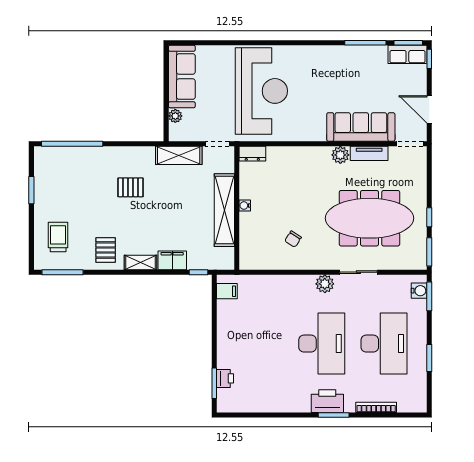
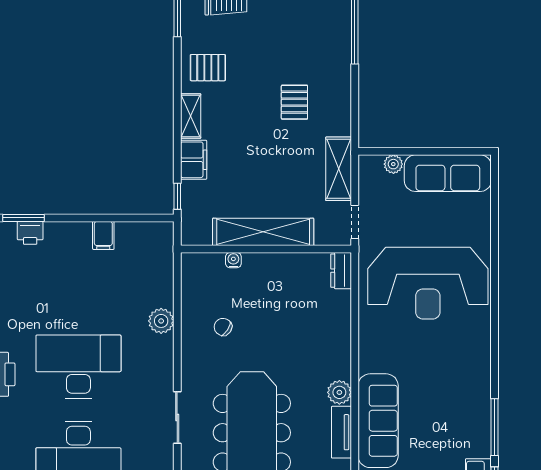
water cooler: (245, 206) -> (233, 260), moved
plant: (325, 284) -> (161, 321), moved
filing cabinet: (227, 291) -> (103, 235), moved
desk: (322, 344) -> (78, 367), turned 180

